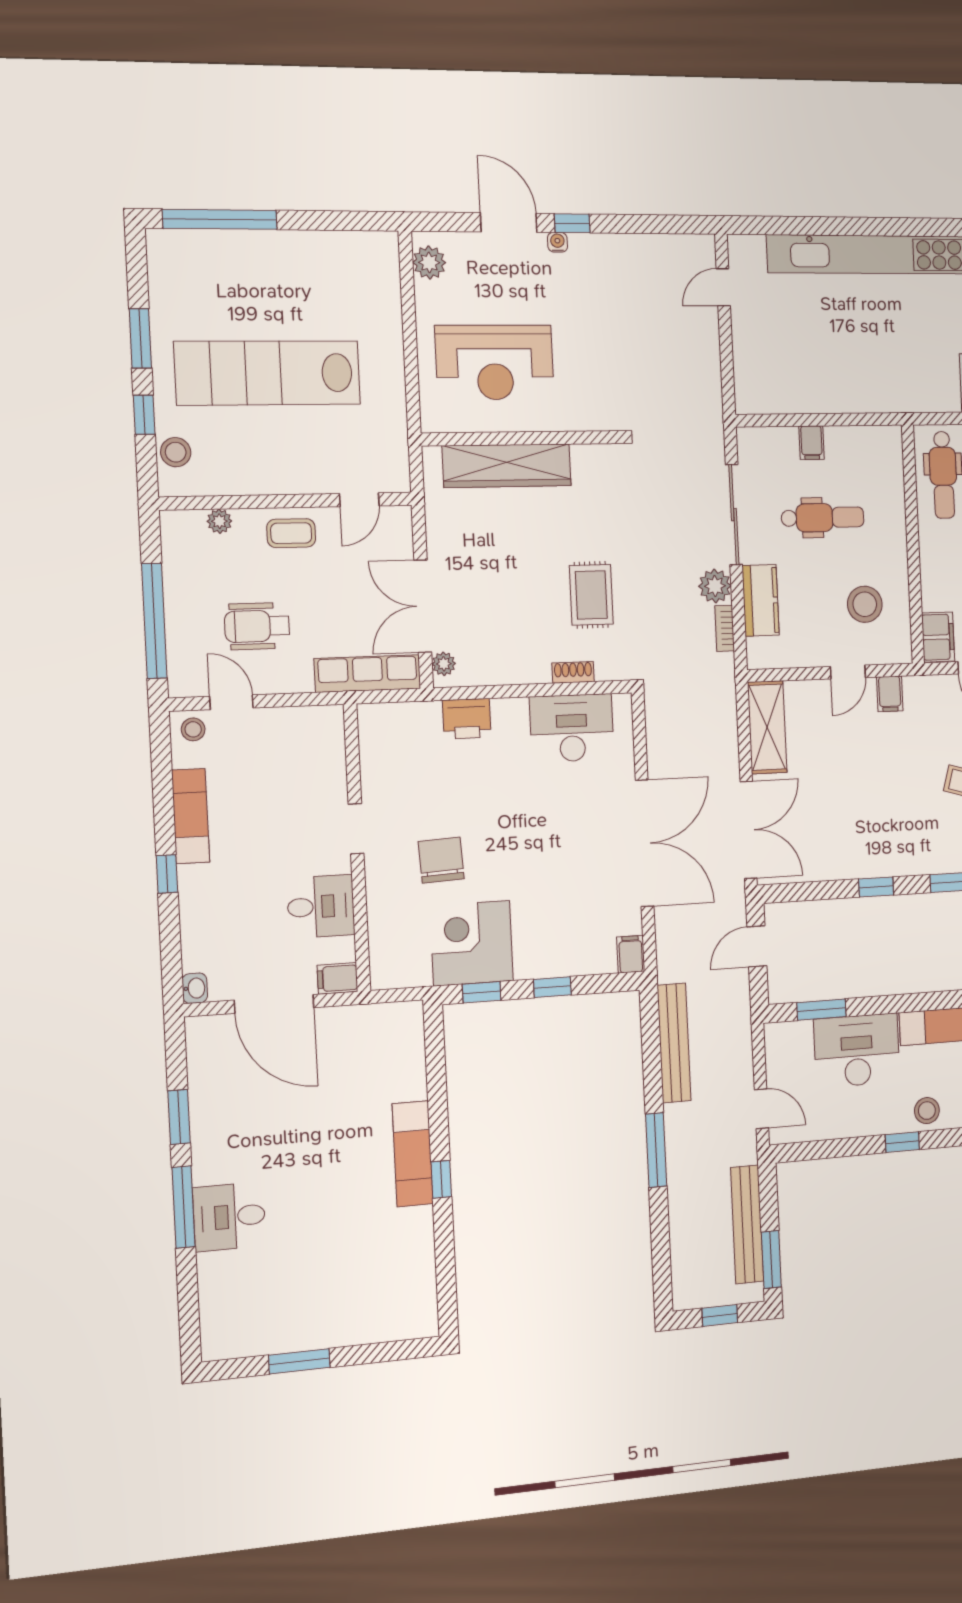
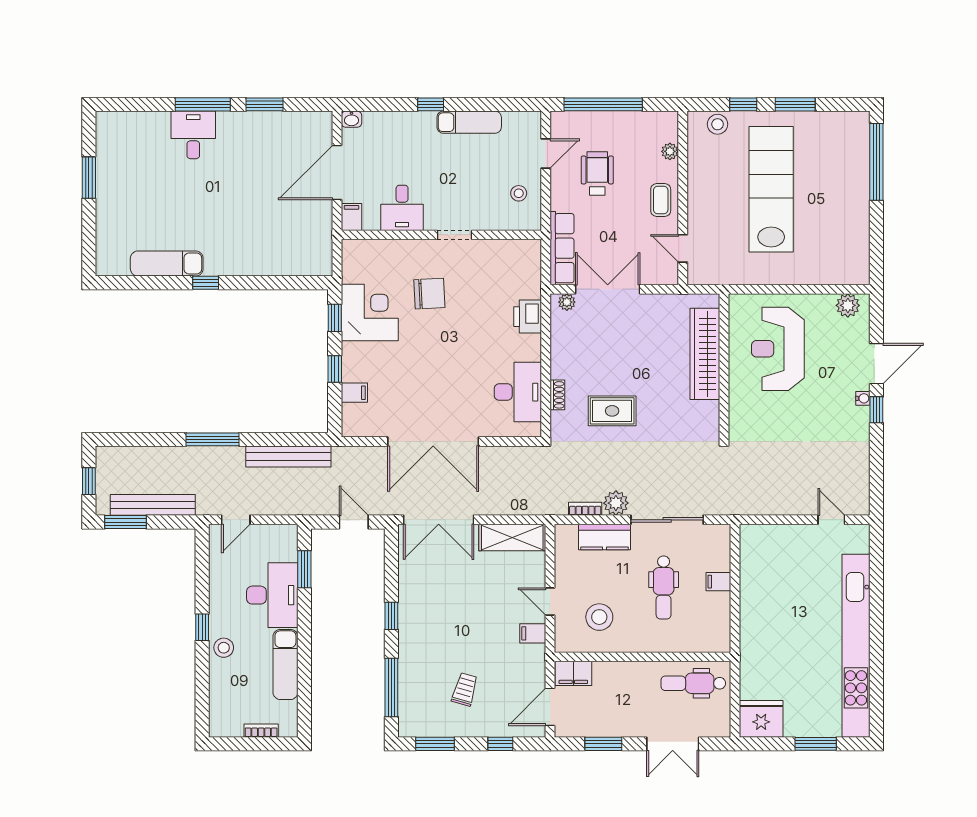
stool: (193, 729) -> (519, 193), moved
filing cabinet: (631, 954) -> (354, 393), moved
exam couch: (413, 1154) -> (167, 264), moved

